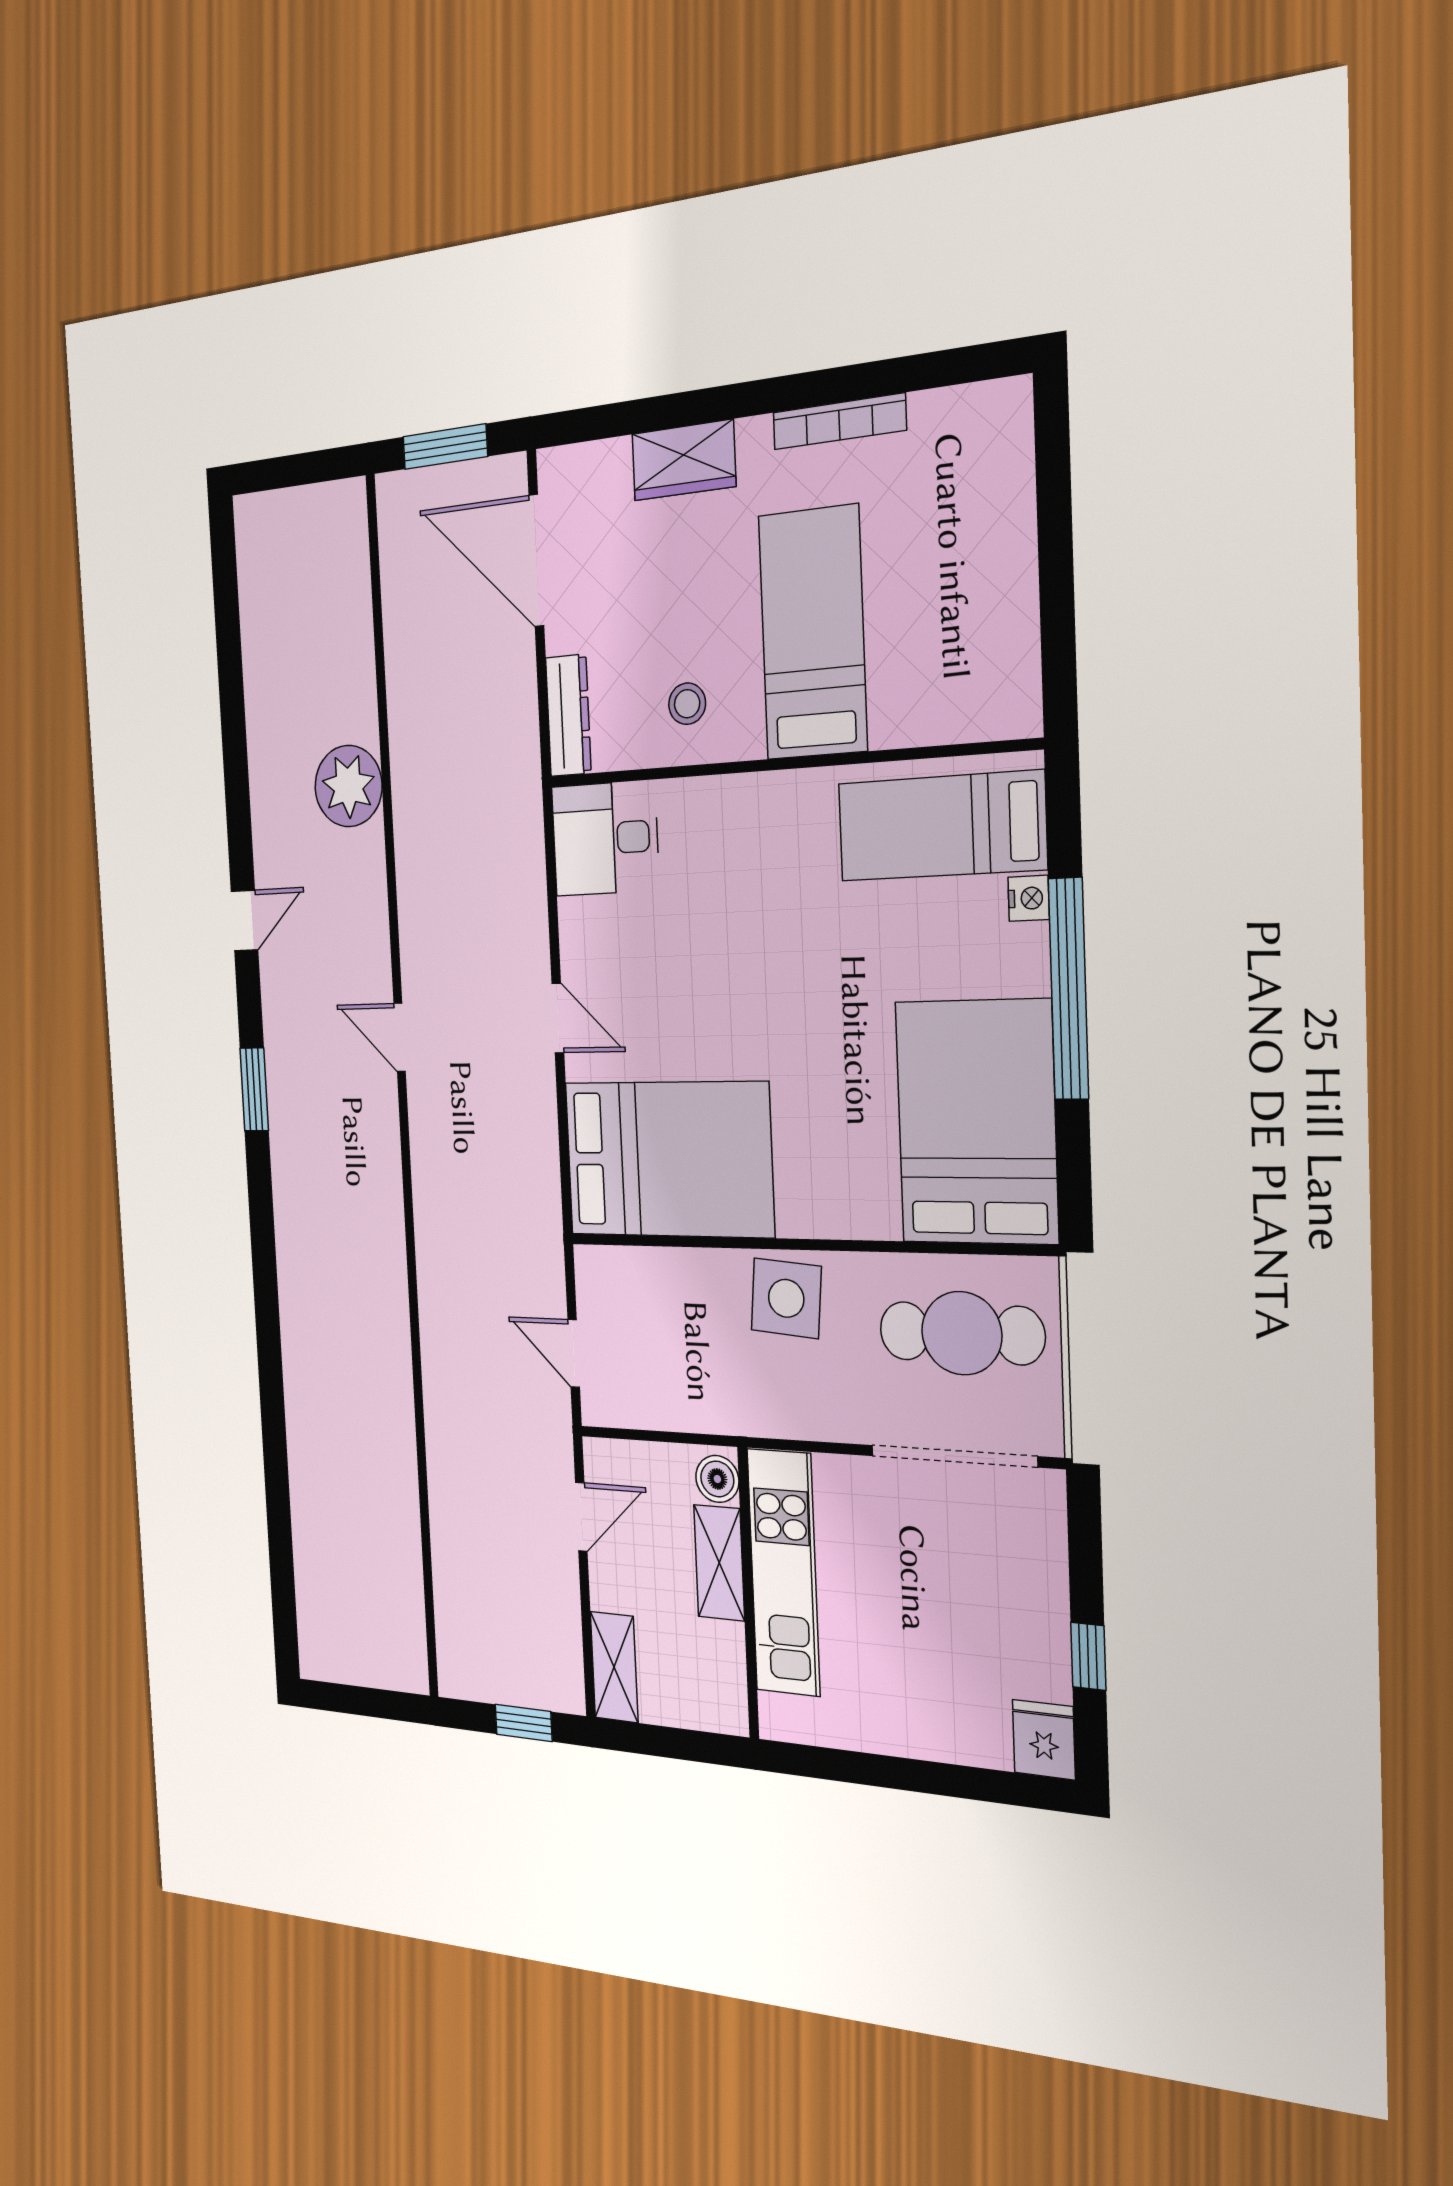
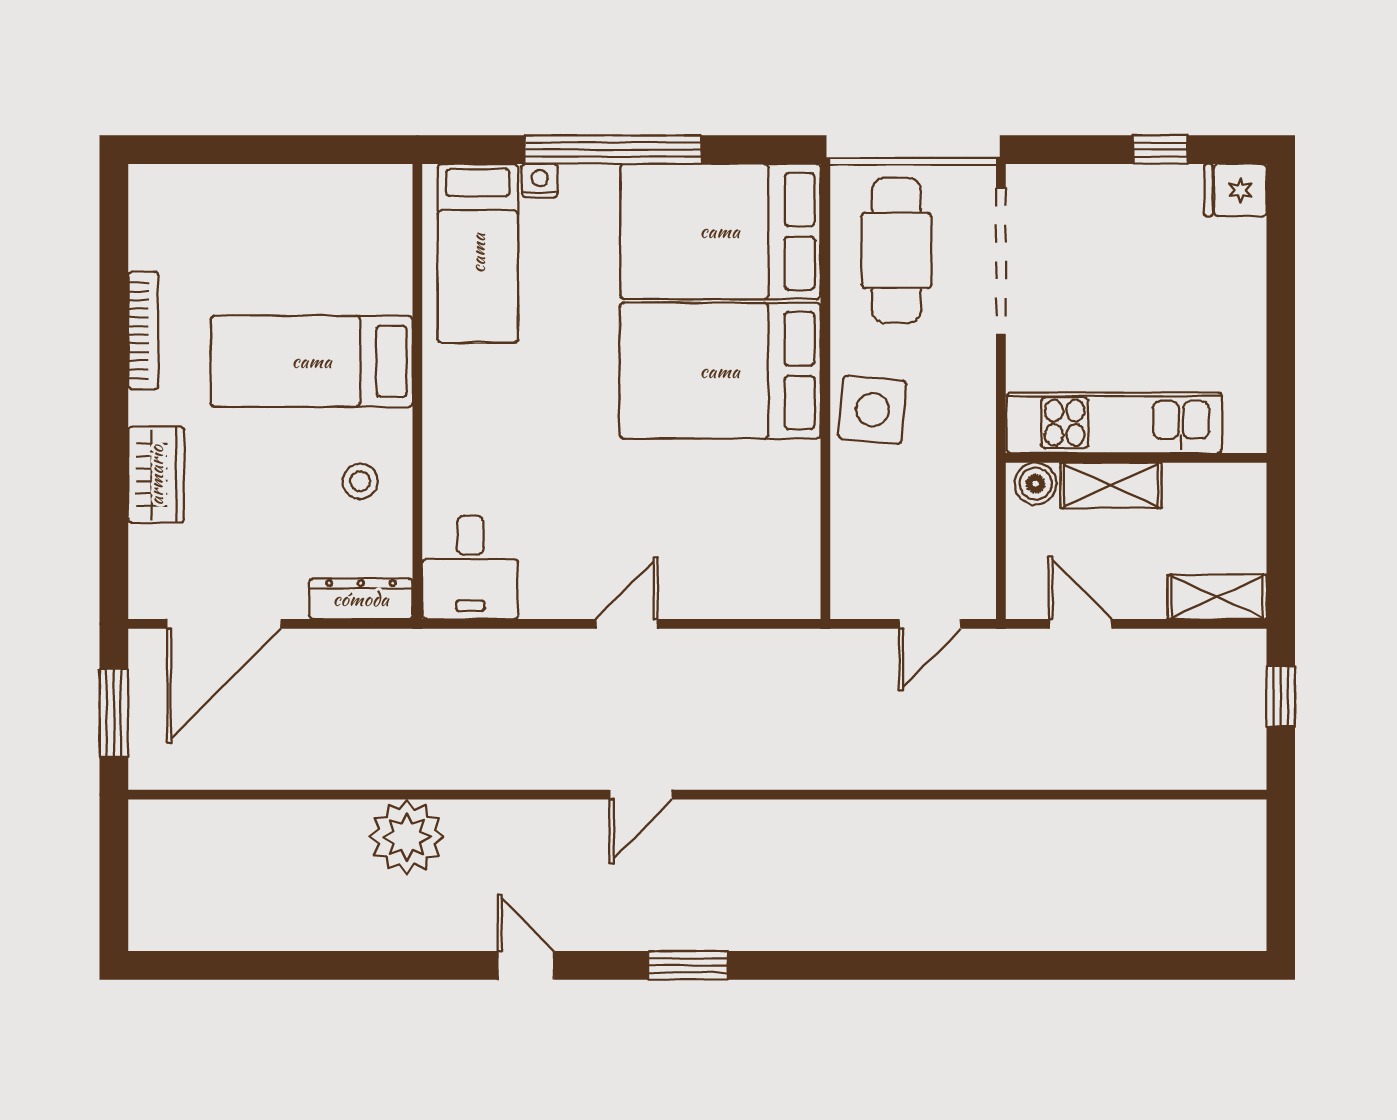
bed: (668, 1159) -> (720, 371), moved, turned -90

